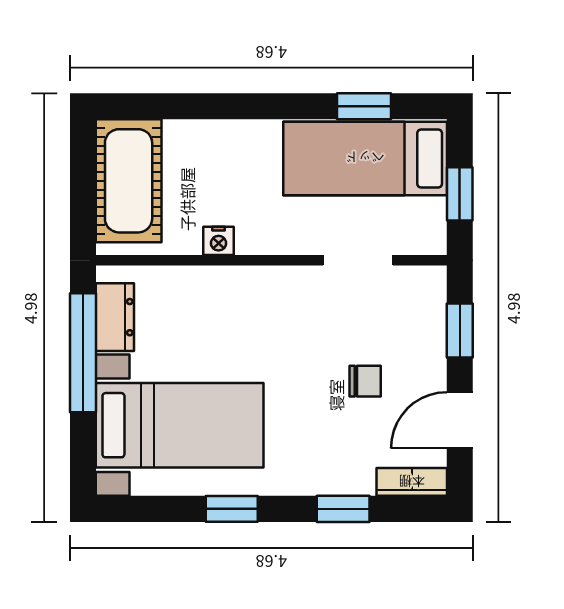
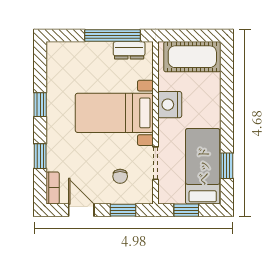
nightstand: (219, 241) -> (170, 105), width x1.89, depth x1.79
chair: (365, 381) -> (120, 176), moved
bed with nightstands: (180, 425) -> (114, 113), moved, turned 90

